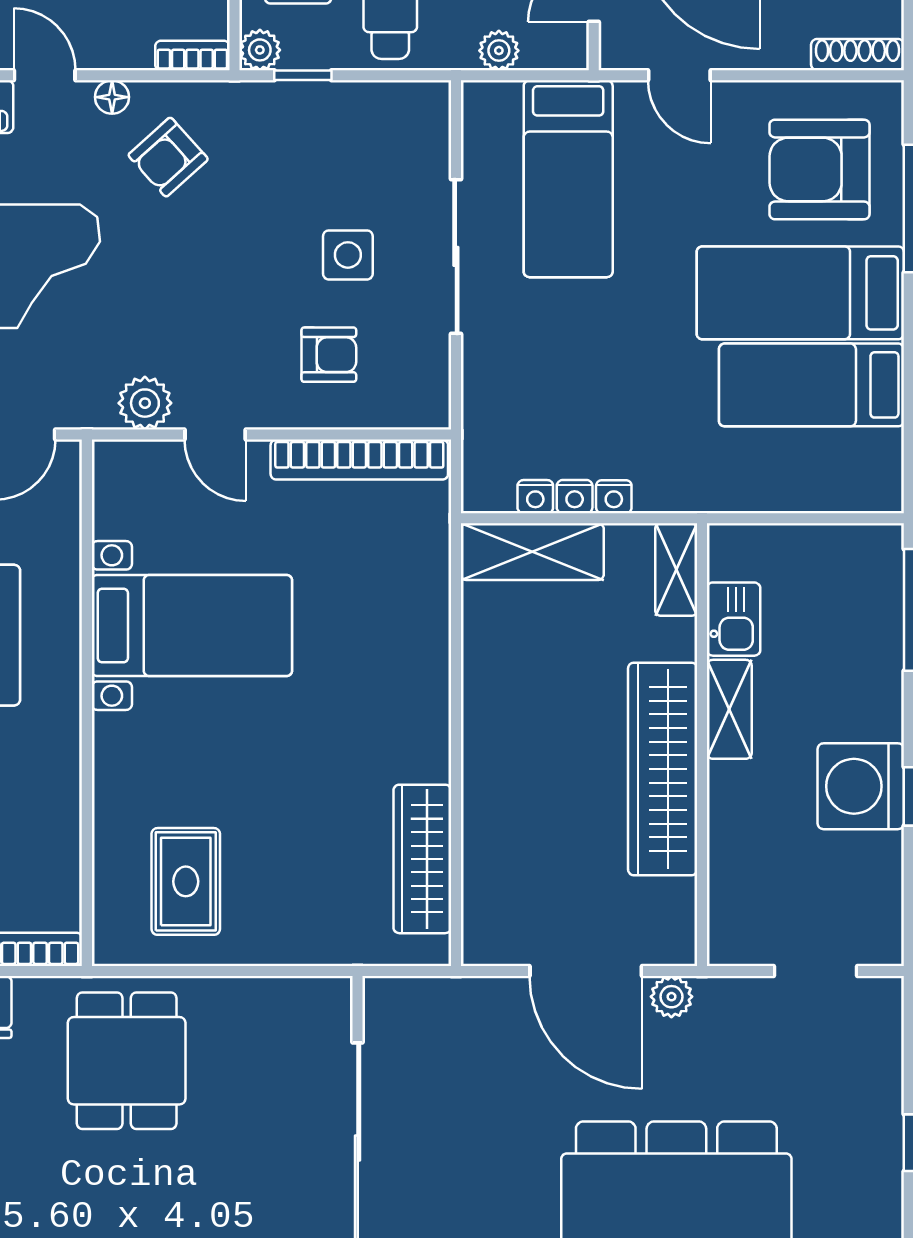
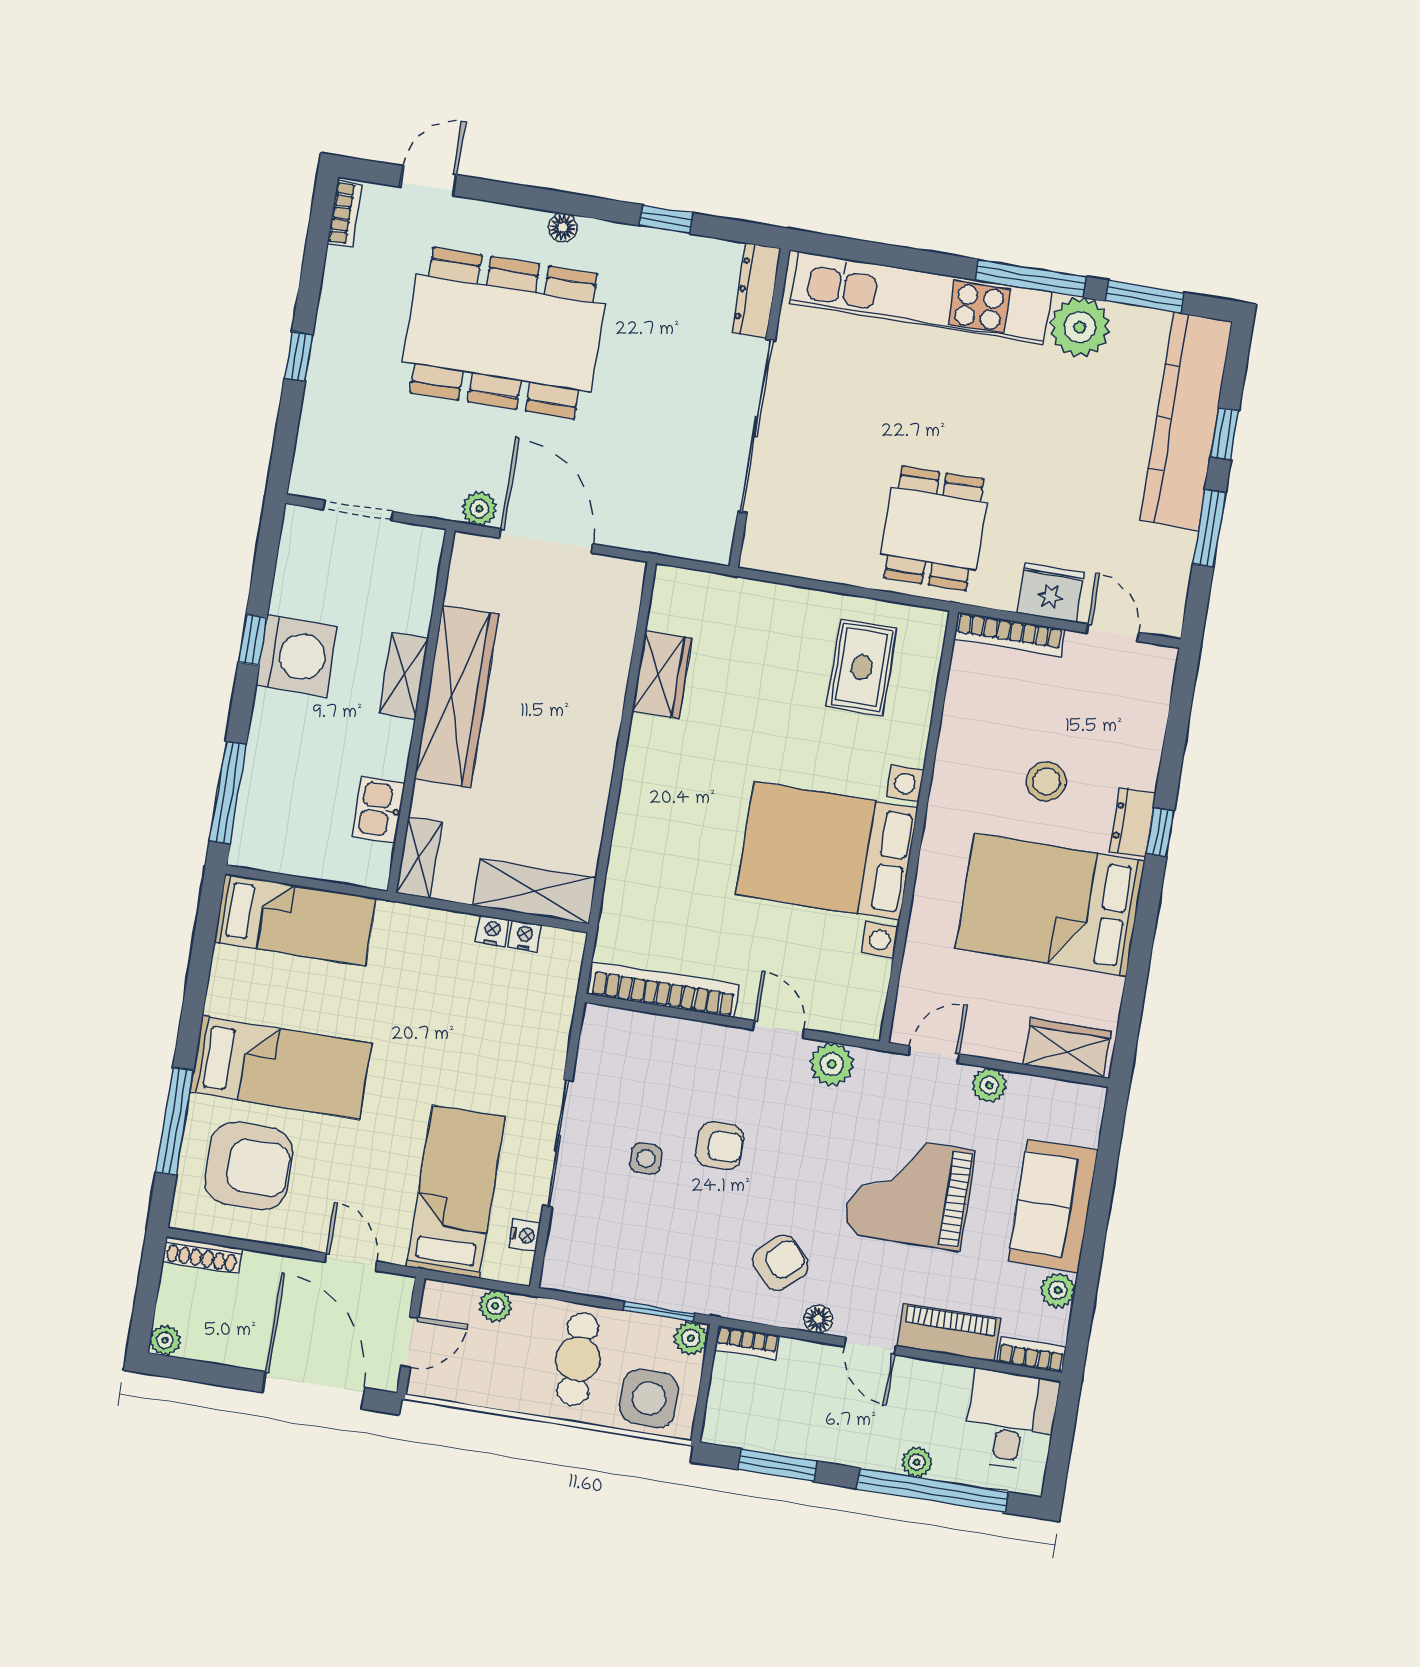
window: (303, 75) -> (659, 1312), width x1.50
side table: (348, 255) -> (646, 1159), width x0.73, depth x0.73
armchair: (329, 355) -> (720, 1146), moved, turned 180
bed: (811, 385) -> (295, 920), moved
nightstand: (614, 497) -> (525, 1235), moved, turned 90
bed with nightstands: (192, 626) -> (827, 851), width x1.36
shelving: (729, 709) -> (404, 676), moved
wardrobe: (422, 859) -> (662, 675), width x0.67

